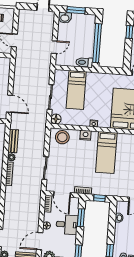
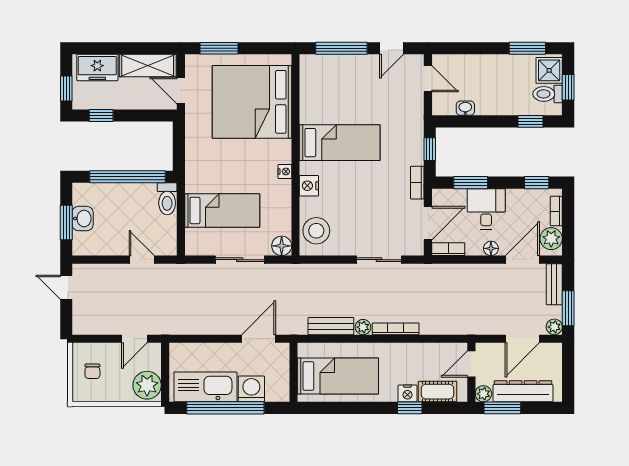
washbasin: (65, 18) -> (83, 219), moved
door: (40, 241) -> (522, 260), swing flipped

